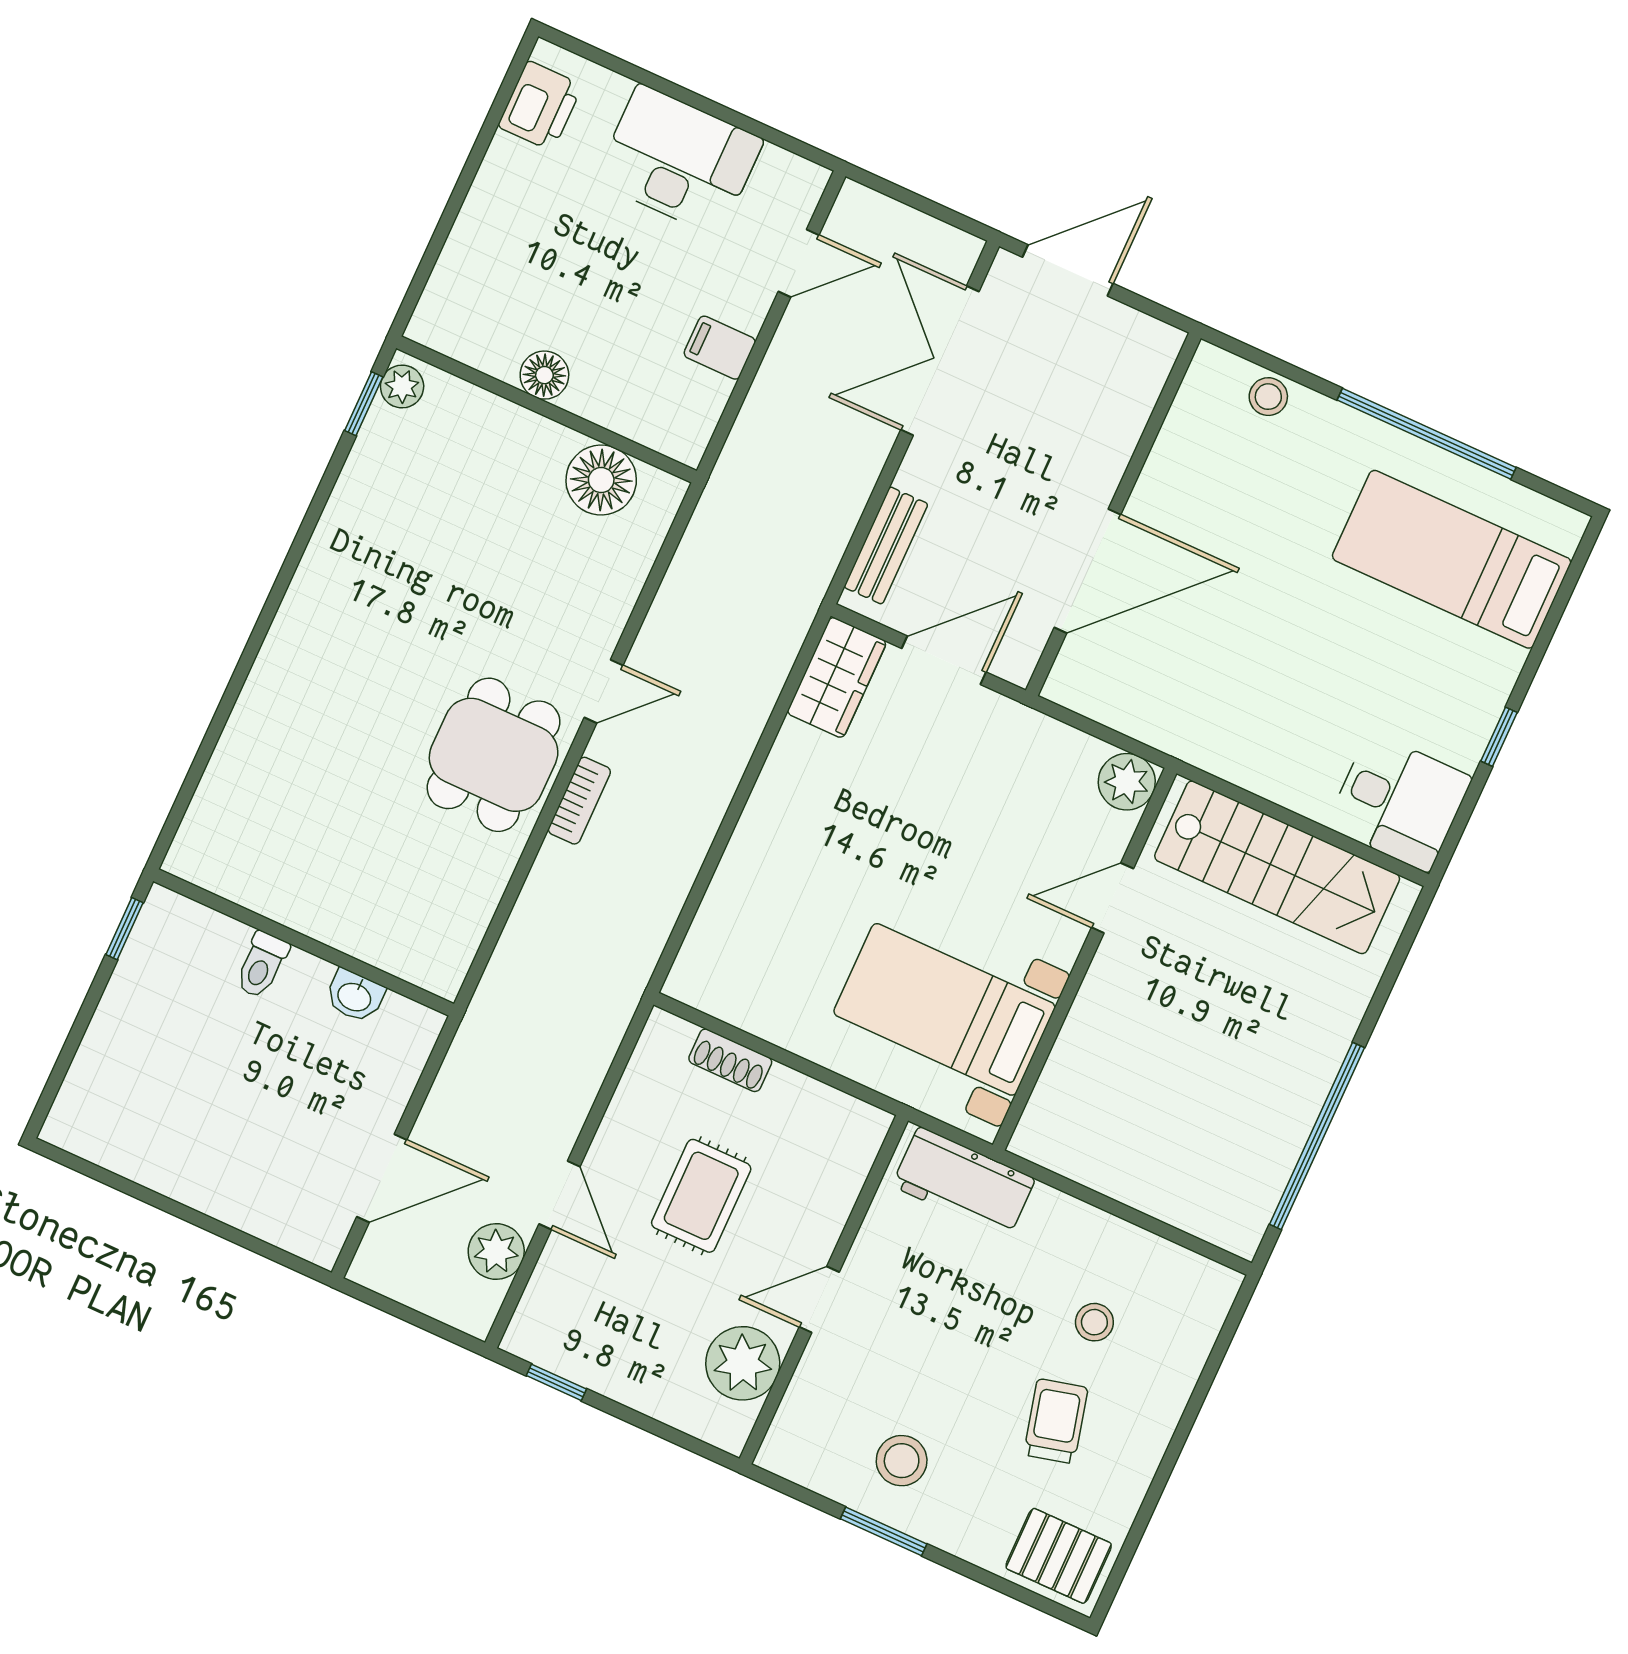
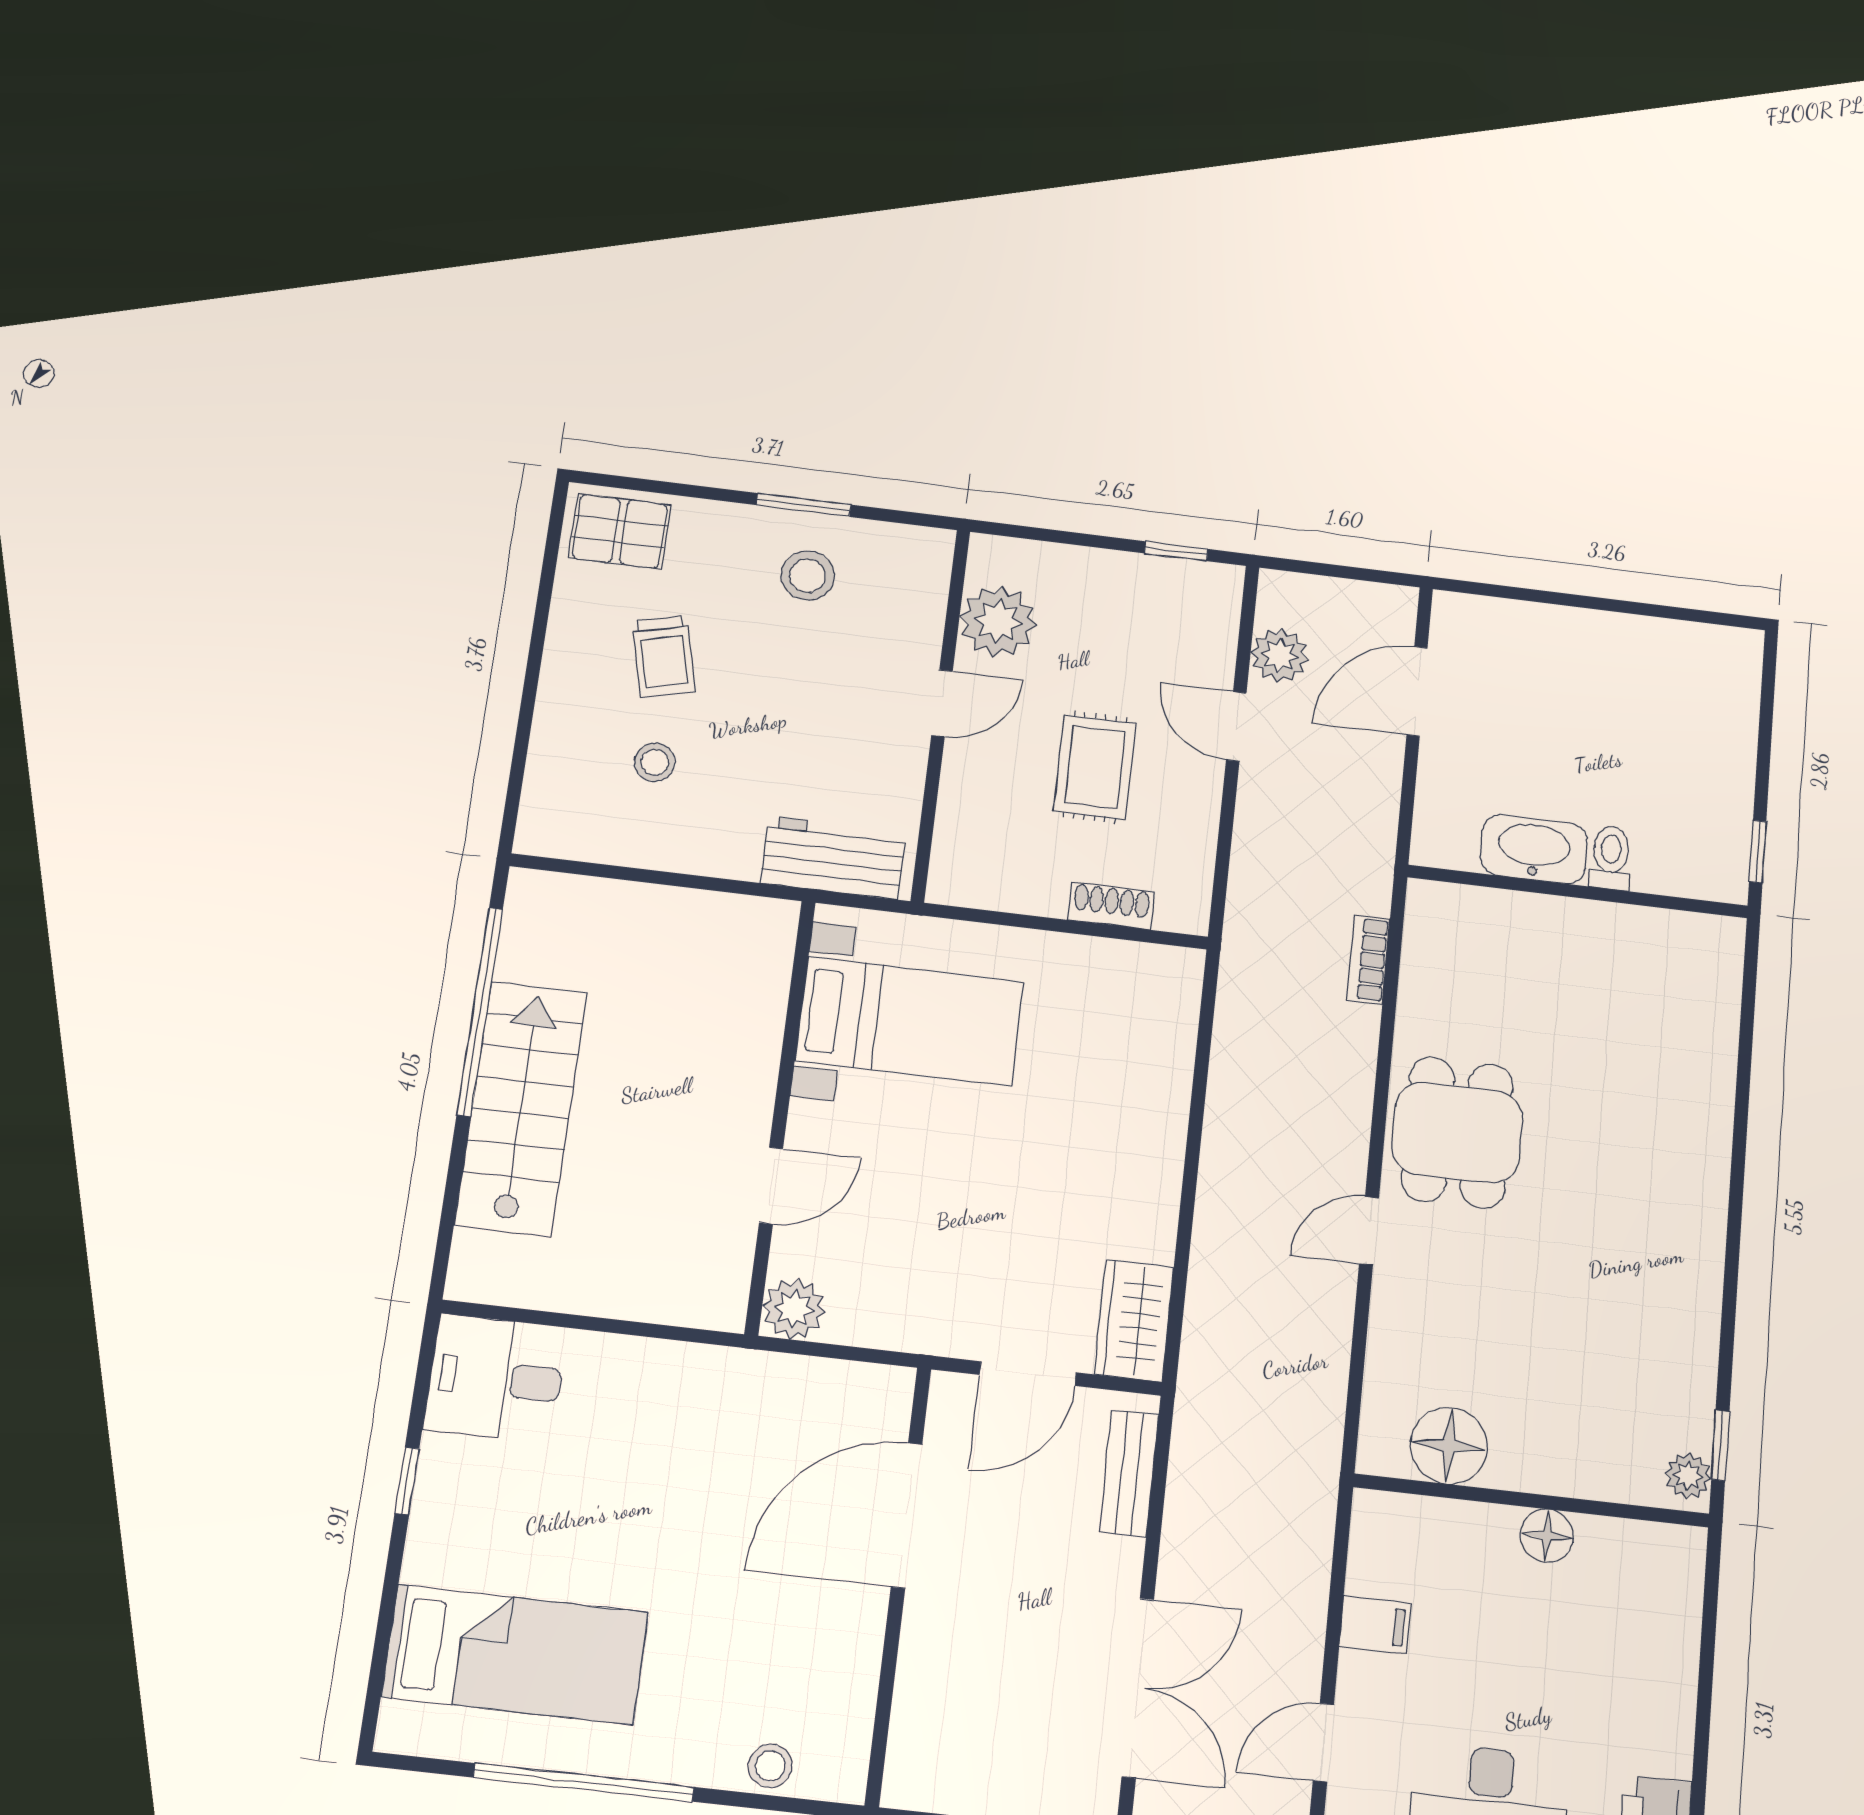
bookcase: (579, 801) -> (1368, 960), moved
stairs: (1277, 867) -> (521, 1108), moved, turned 90
washbasin: (355, 996) -> (1534, 849), width x1.91, depth x1.45

